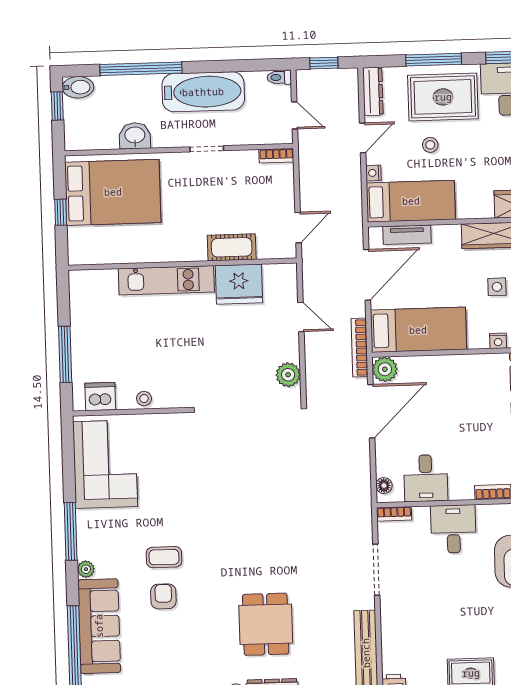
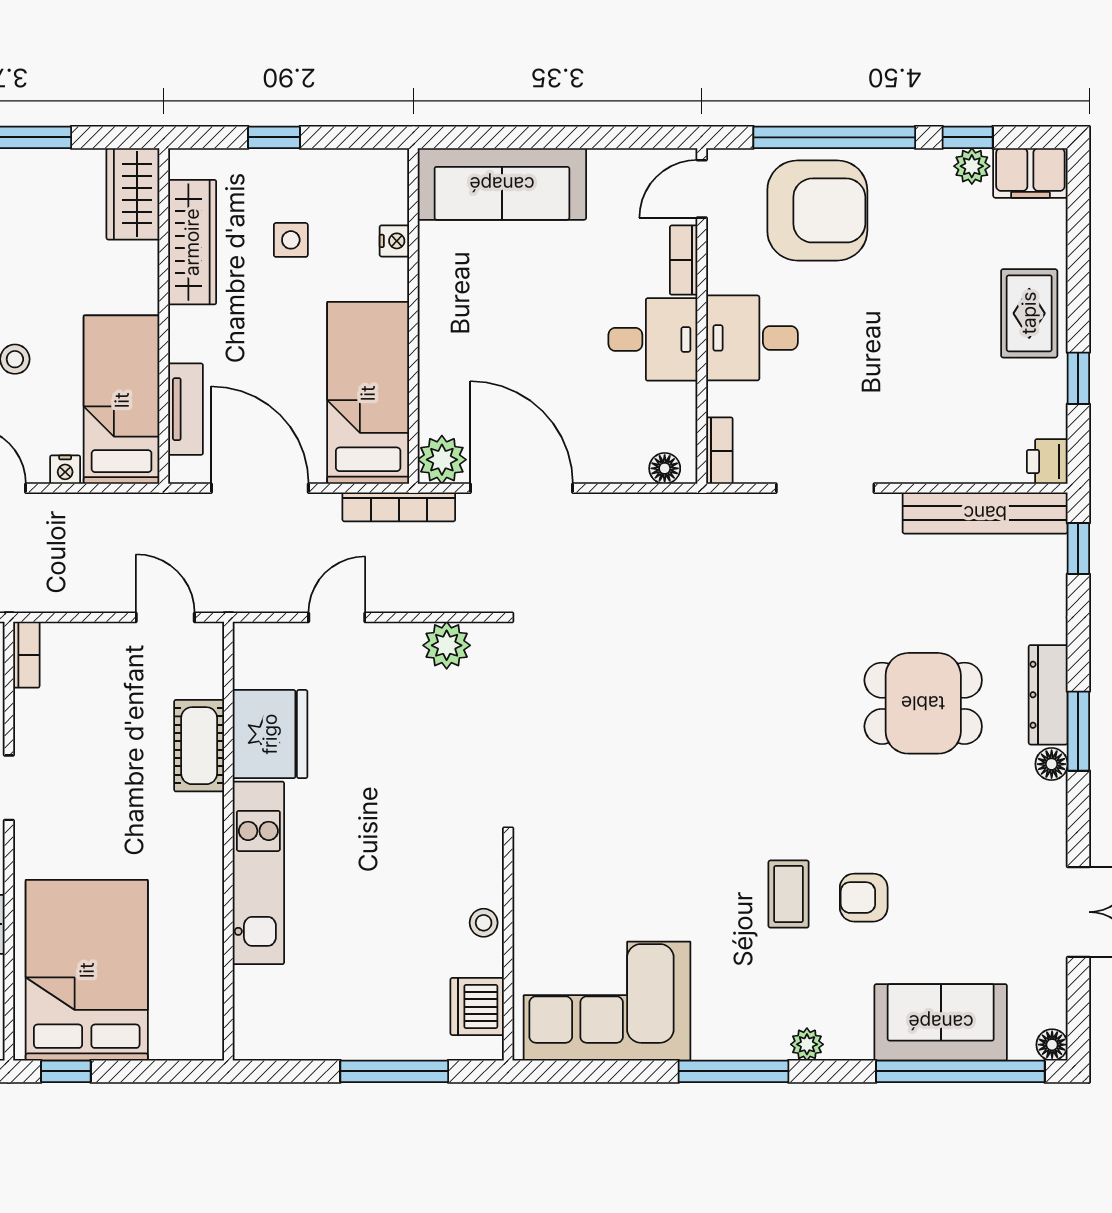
window: (61, 212) -> (66, 1071), moved
desk: (426, 478) -> (653, 339), moved
sofa: (99, 626) -> (941, 1022), width x0.73

